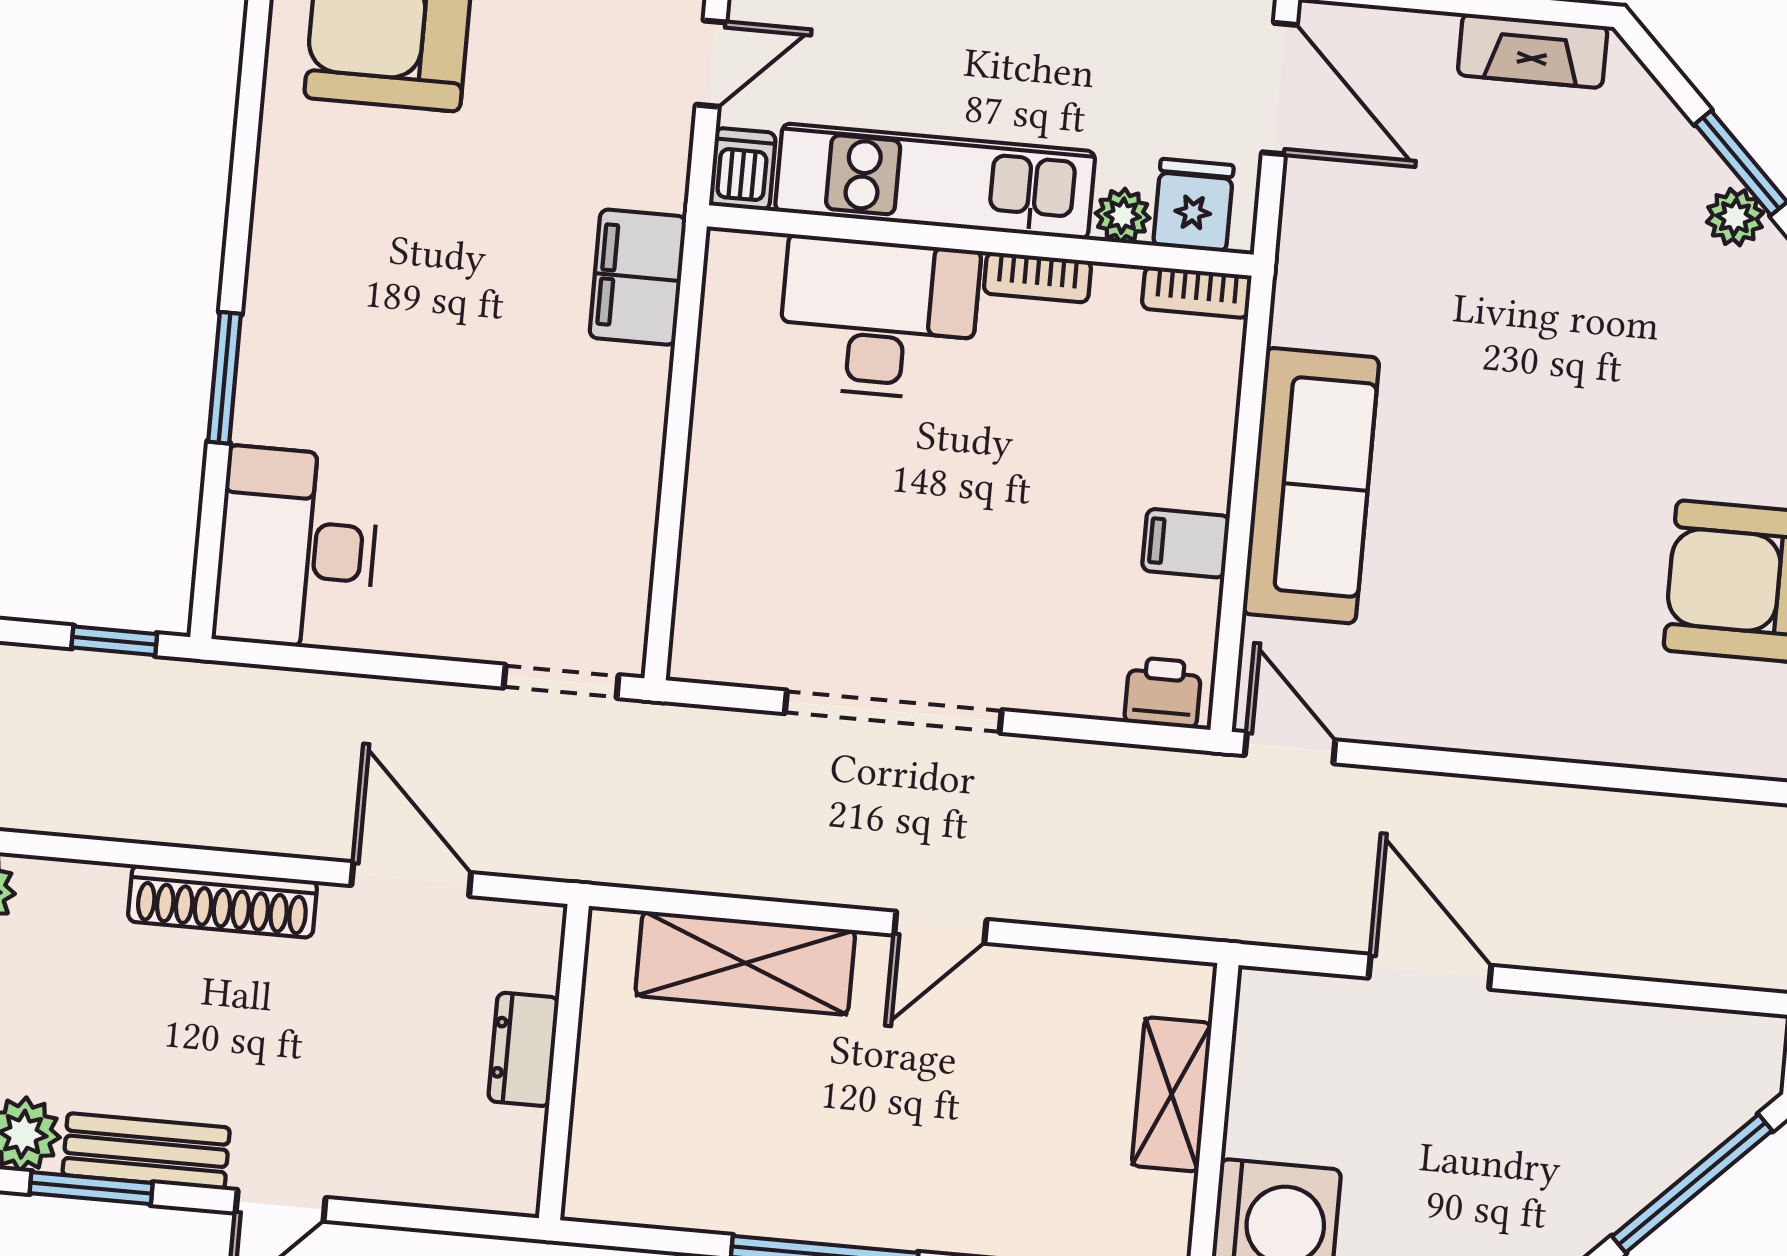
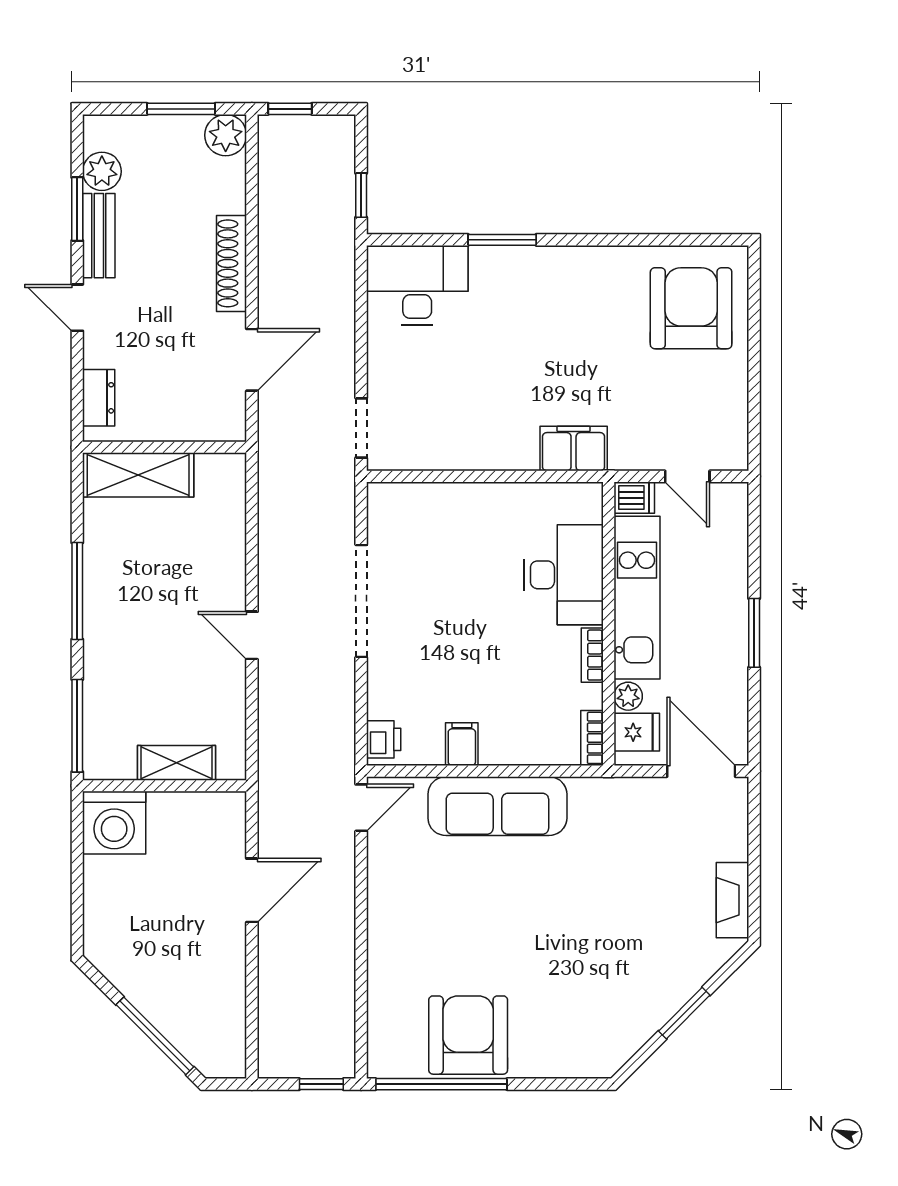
door: (1279, 89) -> (701, 771), swing flipped
plant: (1735, 217) -> (656, 1013), removed
shelving: (745, 963) -> (138, 475), moved, turned 90
dresser: (524, 1049) -> (99, 398), moved, turned 90

